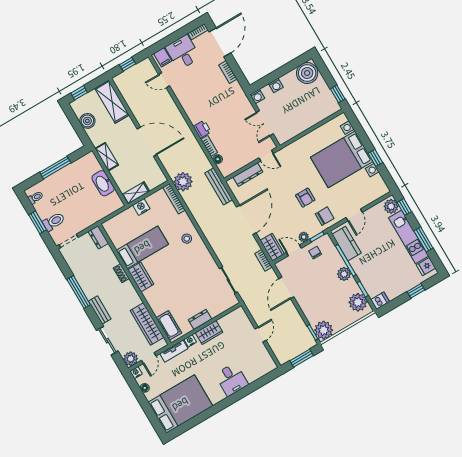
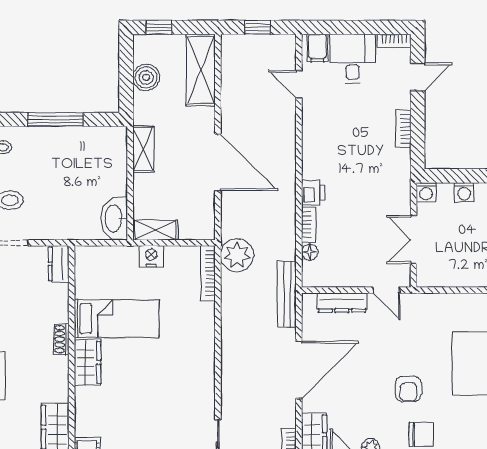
door: (220, 42) -> (418, 77), width x0.53
washbasin: (103, 183) -> (114, 219), moved
stool: (187, 239) -> (192, 345), removed

